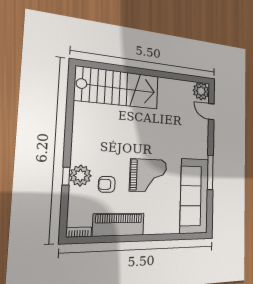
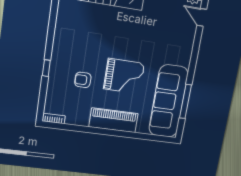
window: (210, 172) -> (185, 101), moved
plant: (80, 176) -> (59, 69), removed
piano: (119, 225) -> (114, 120), moved

